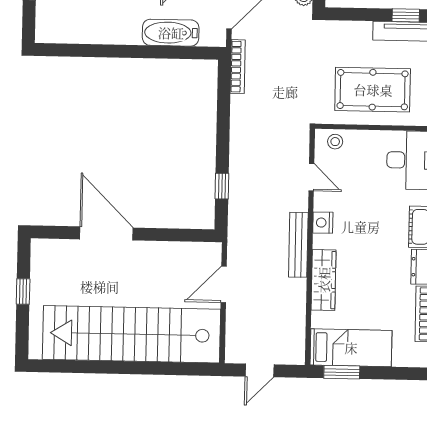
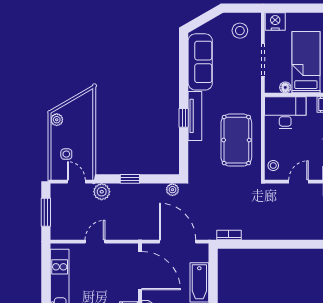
bookcase: (238, 67) -> (229, 235), width x0.64
window: (222, 186) -> (306, 244), removed

